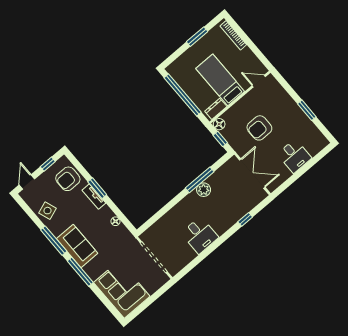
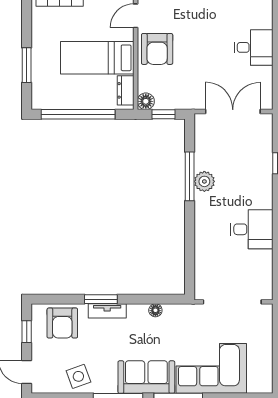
window: (197, 37) -> (27, 65), moved
armchair: (259, 128) -> (157, 49), moved
corner sofa: (122, 289) -> (211, 368), moved

